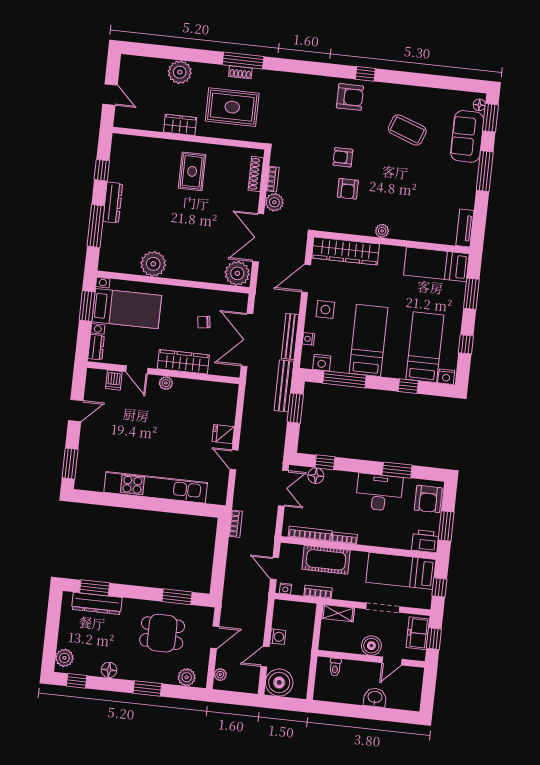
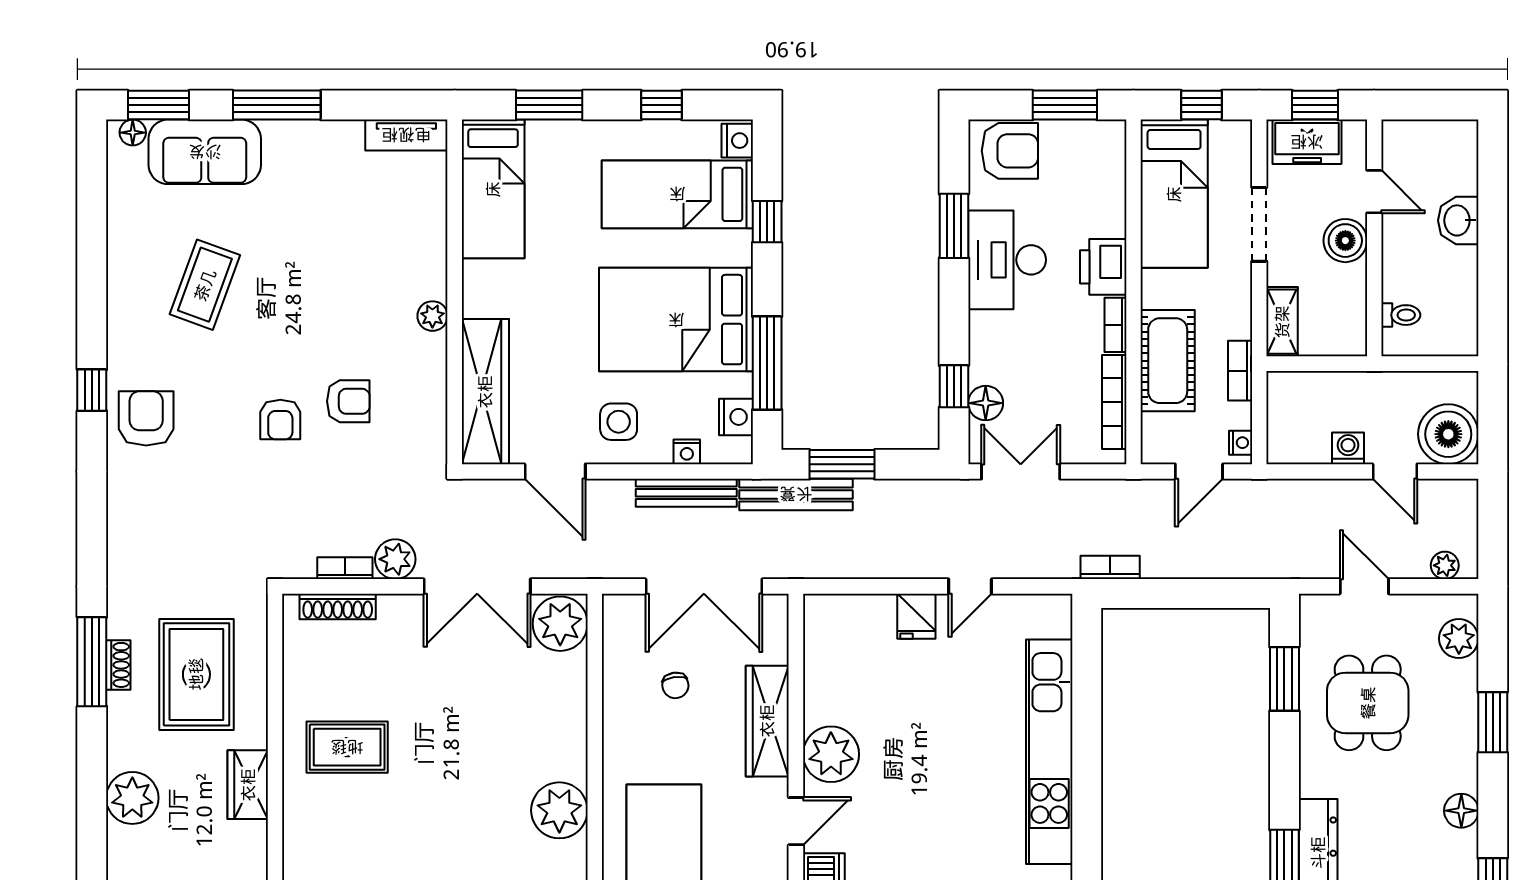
bed: (369, 340) -> (676, 320), width x1.50
plant: (166, 383) -> (831, 754), width x1.88, depth x1.88
printer: (425, 541) -> (1103, 267), moved

